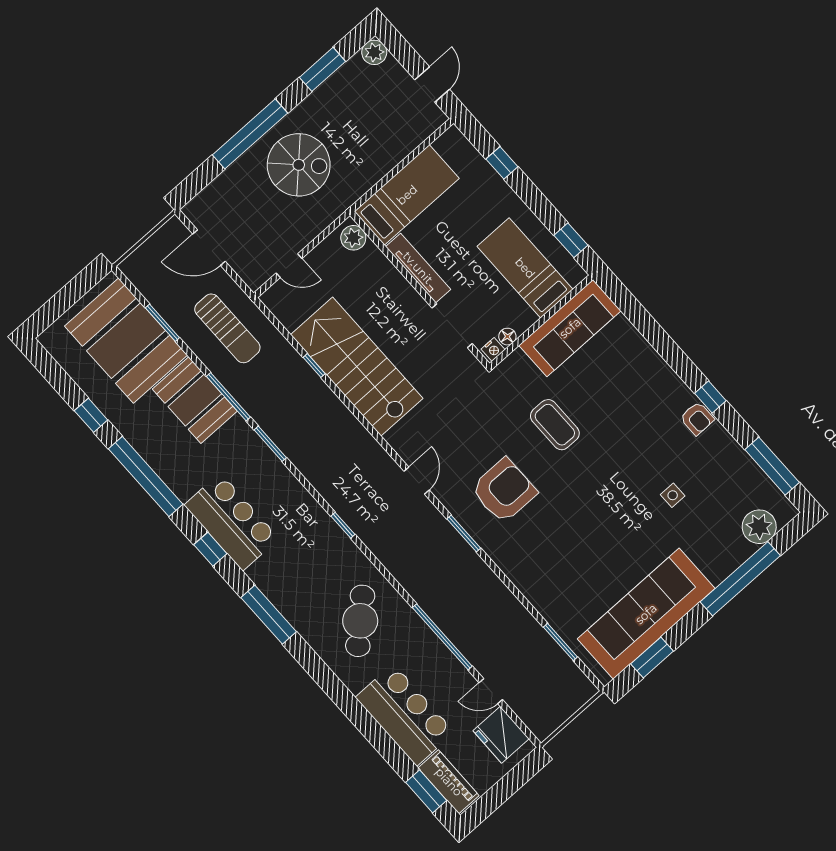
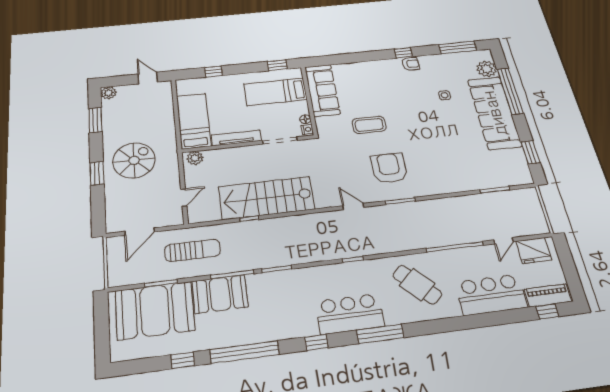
window: (250, 134) -> (97, 173), width x0.47
bar counter: (232, 522) -> (350, 314), moved
sofa: (646, 614) -> (494, 113), moved
window: (426, 791) -> (547, 311), width x0.67

